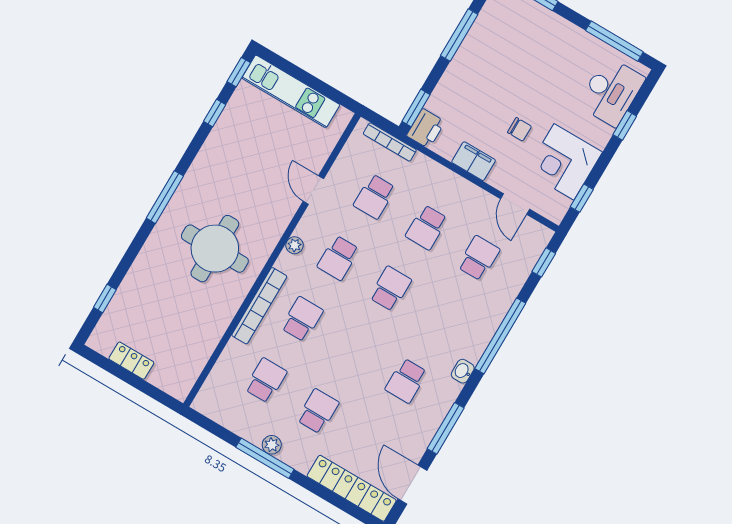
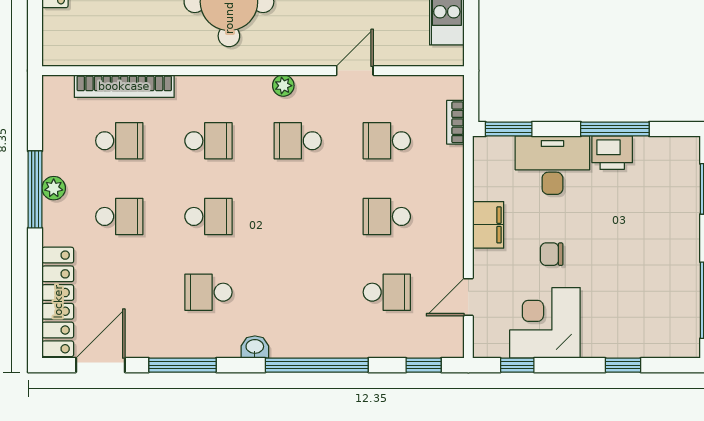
desk: (611, 92) -> (552, 165), moved, turned 180
printer: (426, 129) -> (612, 153), moved
chair: (519, 129) -> (552, 254), turned 90
bookcase: (390, 142) -> (455, 122), width x0.64
school desk: (390, 289) -> (208, 216), moved
bookcase: (259, 306) -> (124, 86), moved

